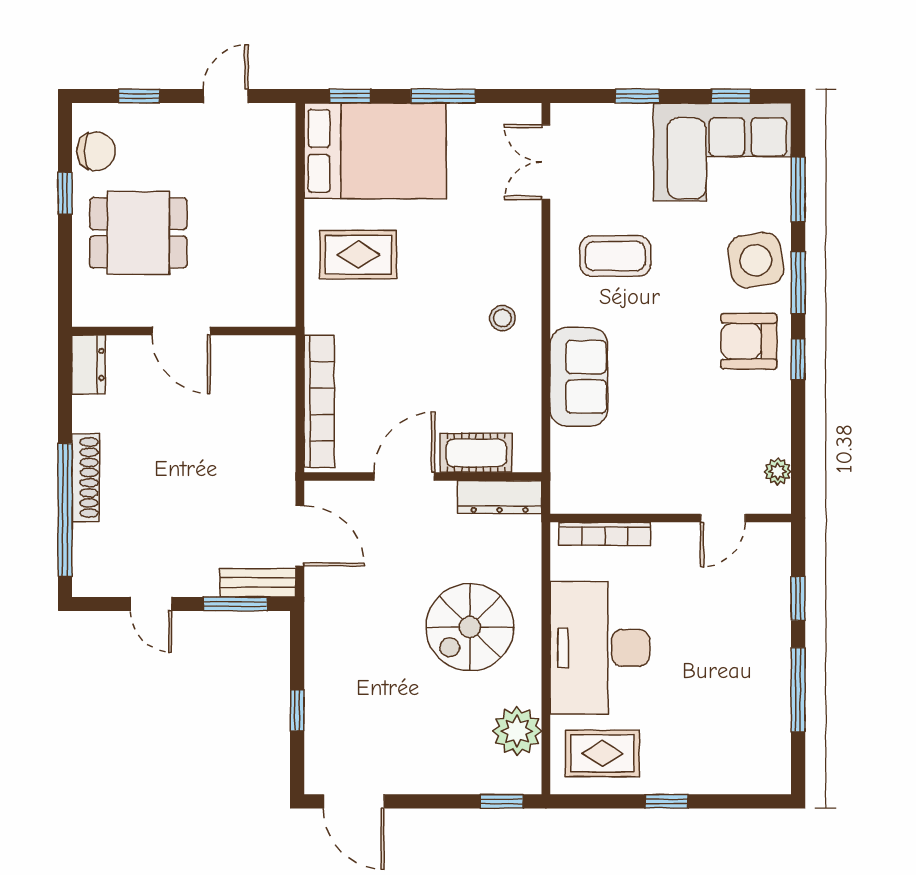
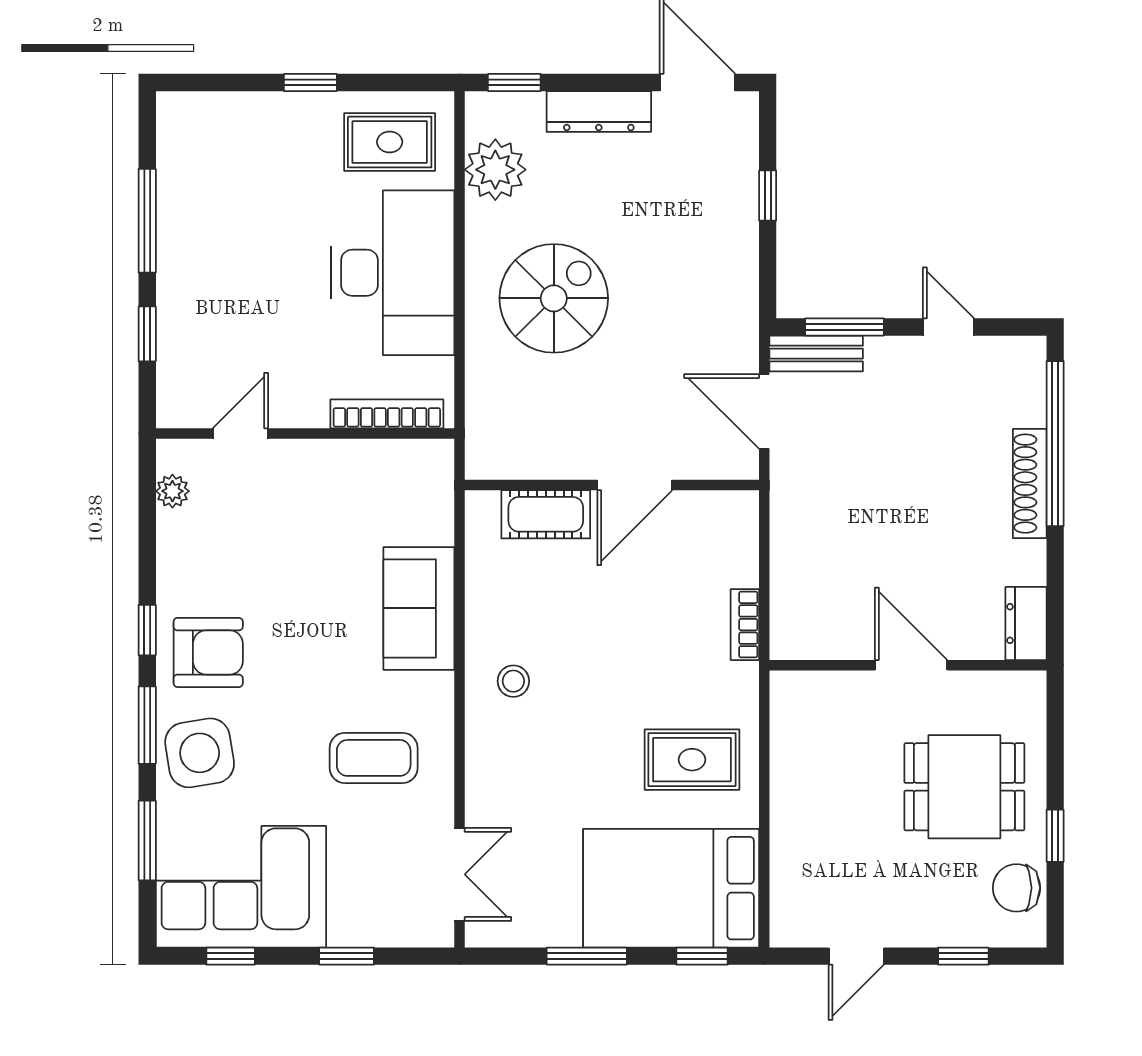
bookcase: (319, 401) -> (745, 625), width x0.43, depth x0.76
dresser: (500, 497) -> (599, 112), moved, turned 180

